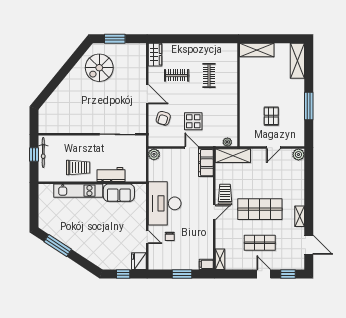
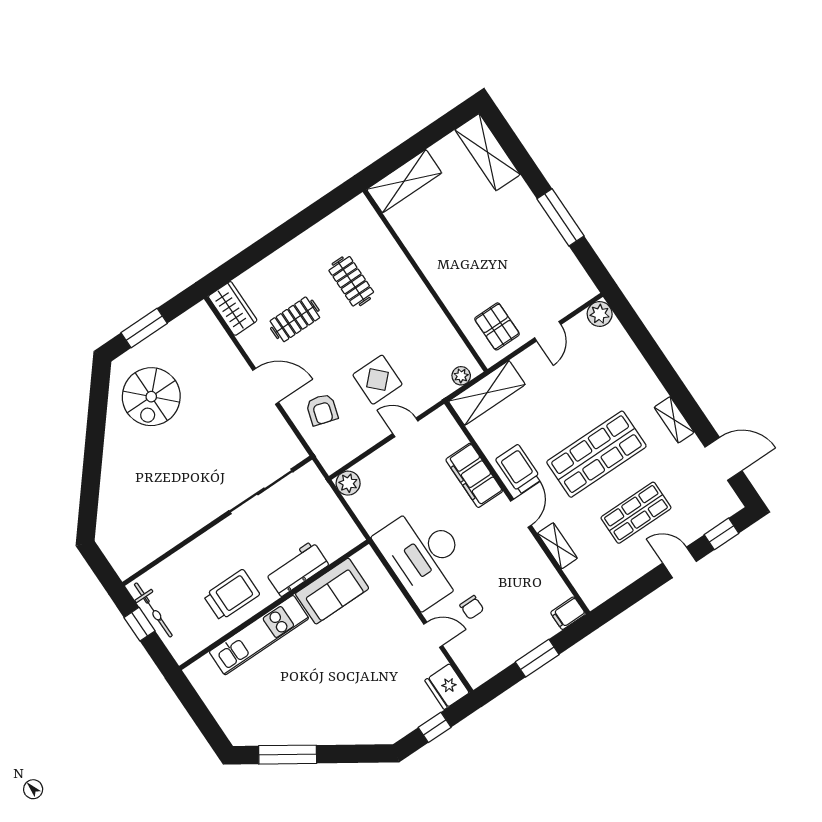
pallet: (271, 116) -> (497, 326), moved
filing cabinet: (206, 163) -> (474, 475), moved
shelving: (220, 259) -> (557, 546), moved

